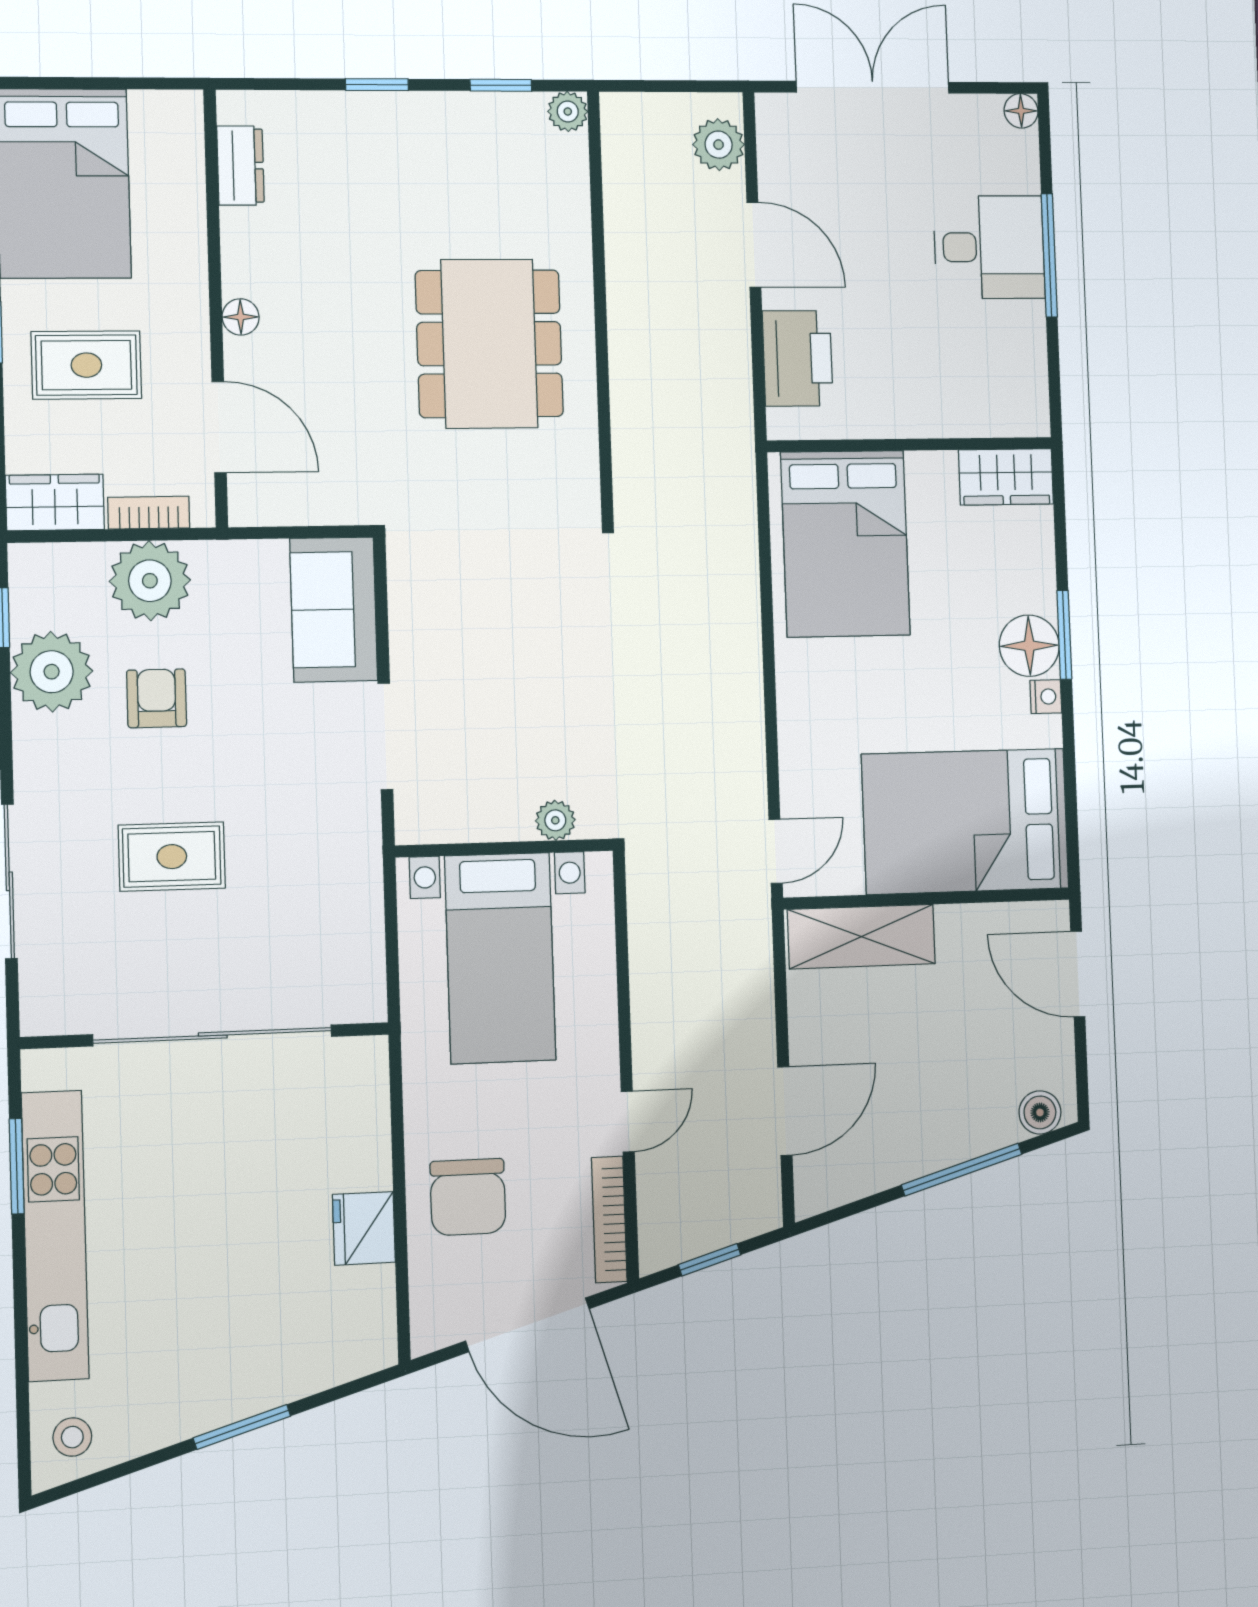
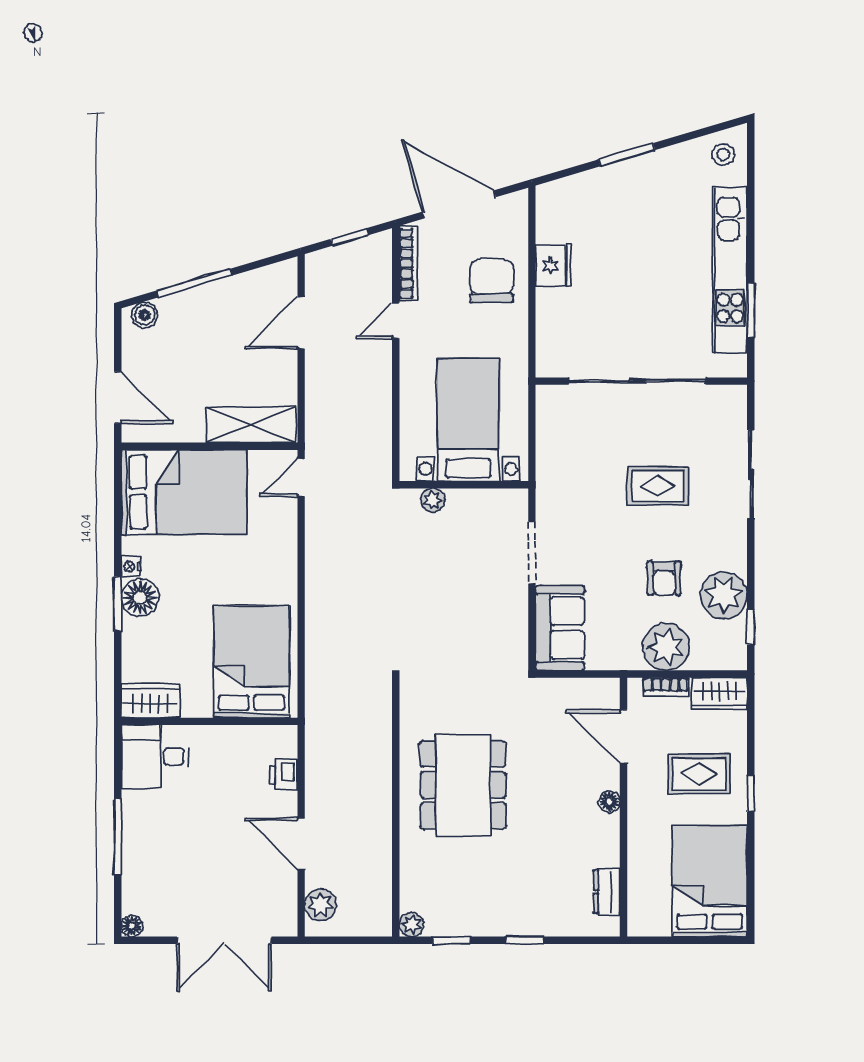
desk: (989, 247) -> (155, 756), moved
printer: (798, 358) -> (284, 775), width x0.53, depth x0.68

